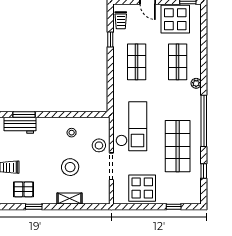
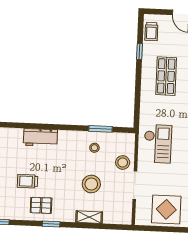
window: (24, 115) -> (101, 129), moved
checkout: (131, 126) -> (158, 144), width x0.73, depth x0.83

